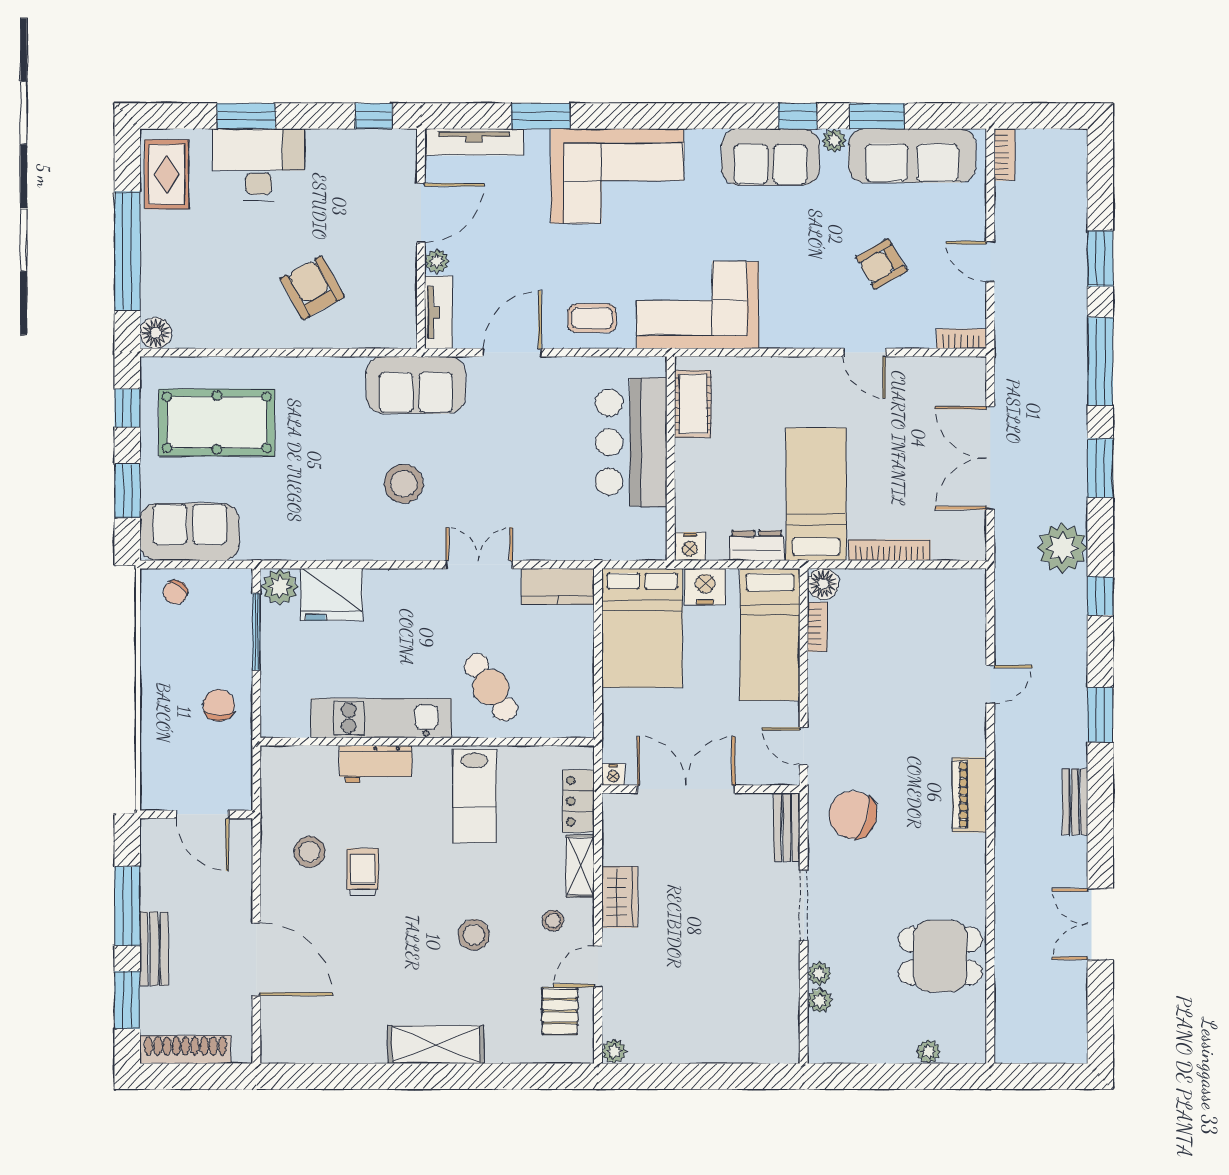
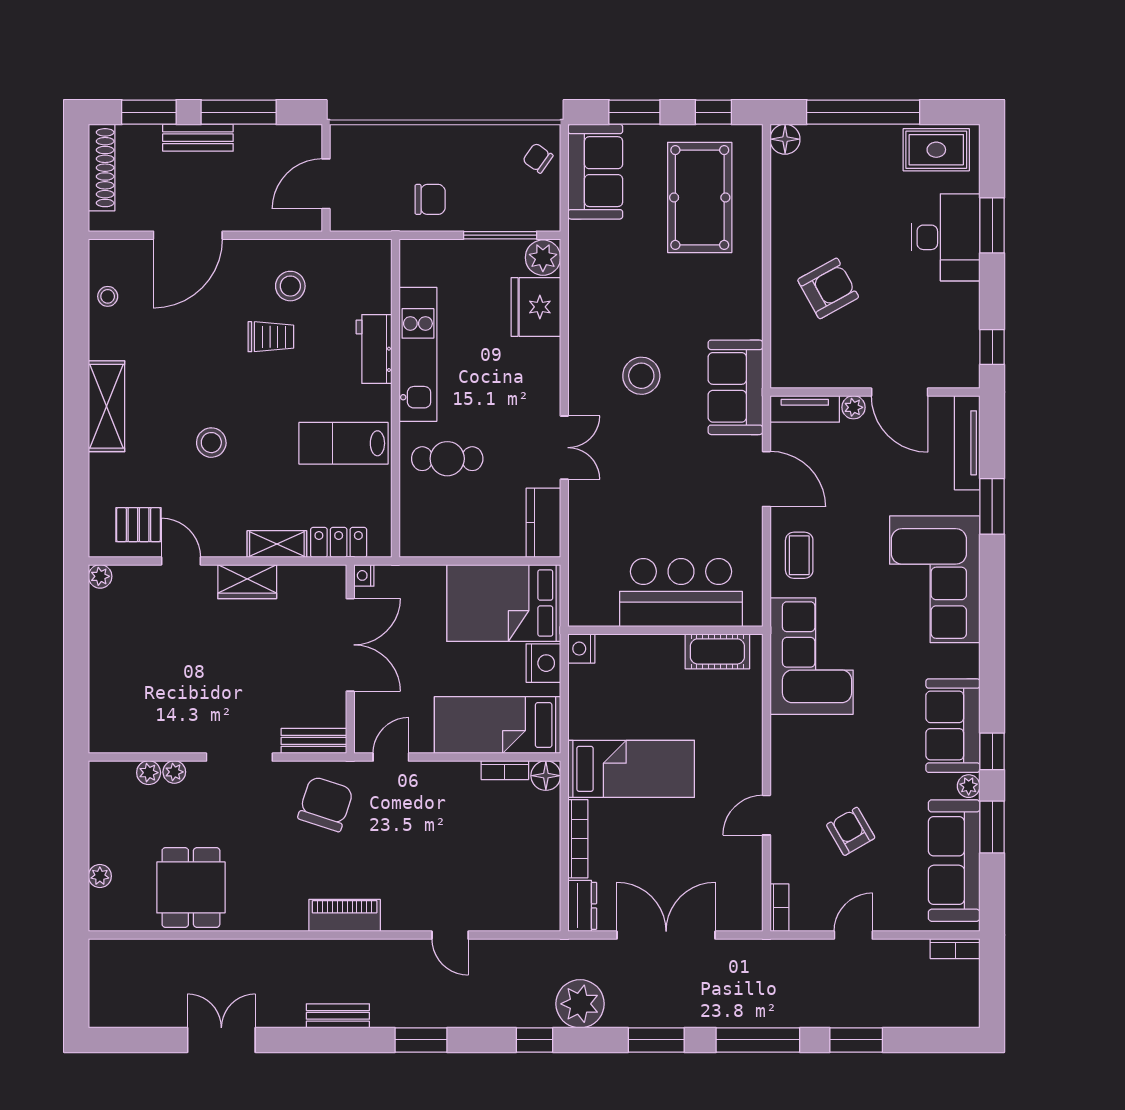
dresser: (757, 546) -> (582, 906), moved
cafe table: (491, 687) -> (447, 459), turned 33
stool: (553, 921) -> (108, 296), moved

